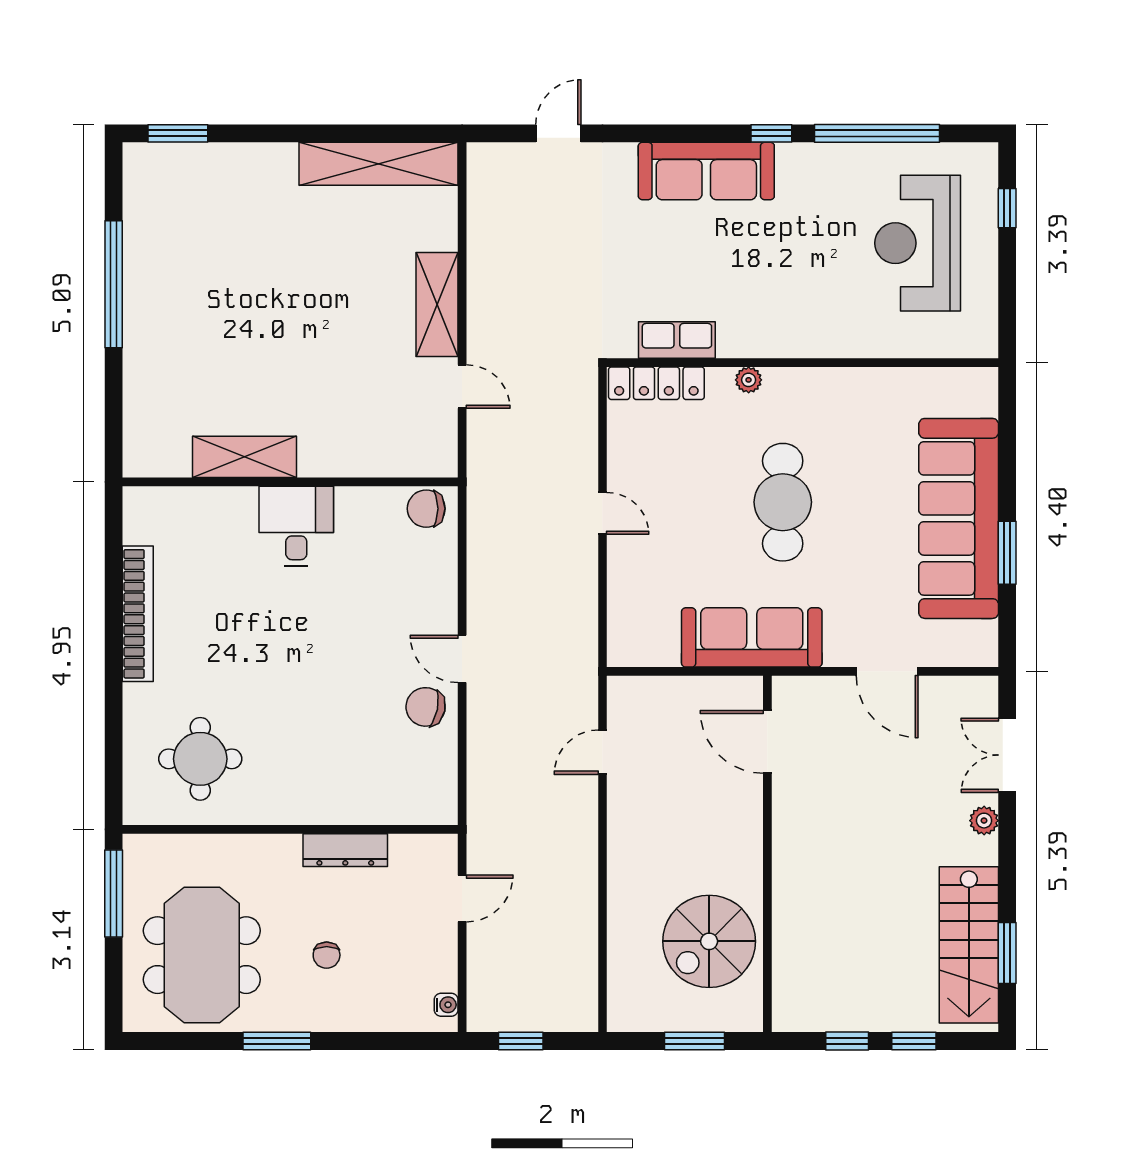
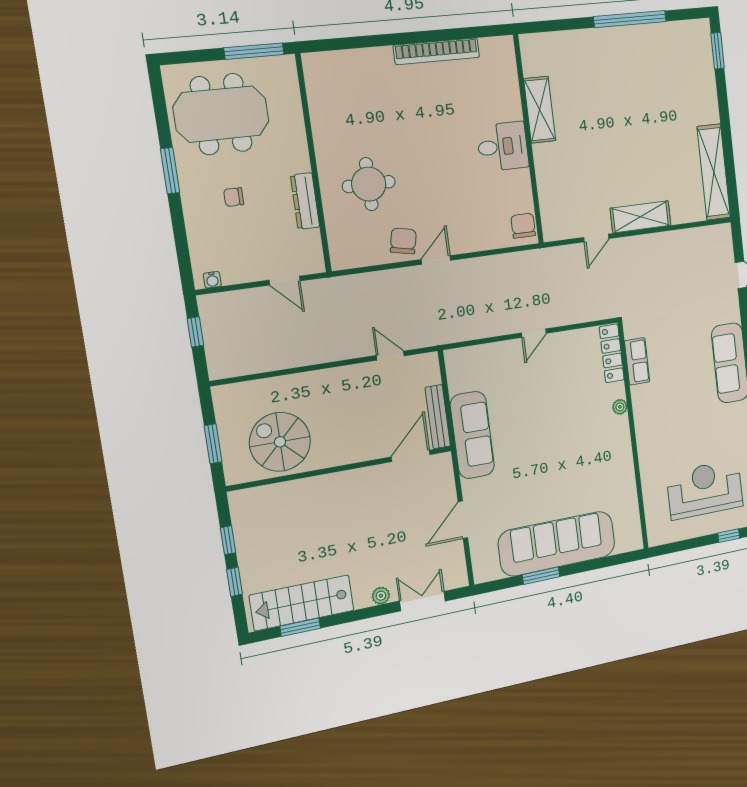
cafe table: (783, 502) -> (553, 439), removed
bench: (712, 690) -> (438, 417), added
round table: (200, 759) -> (369, 184), moved

